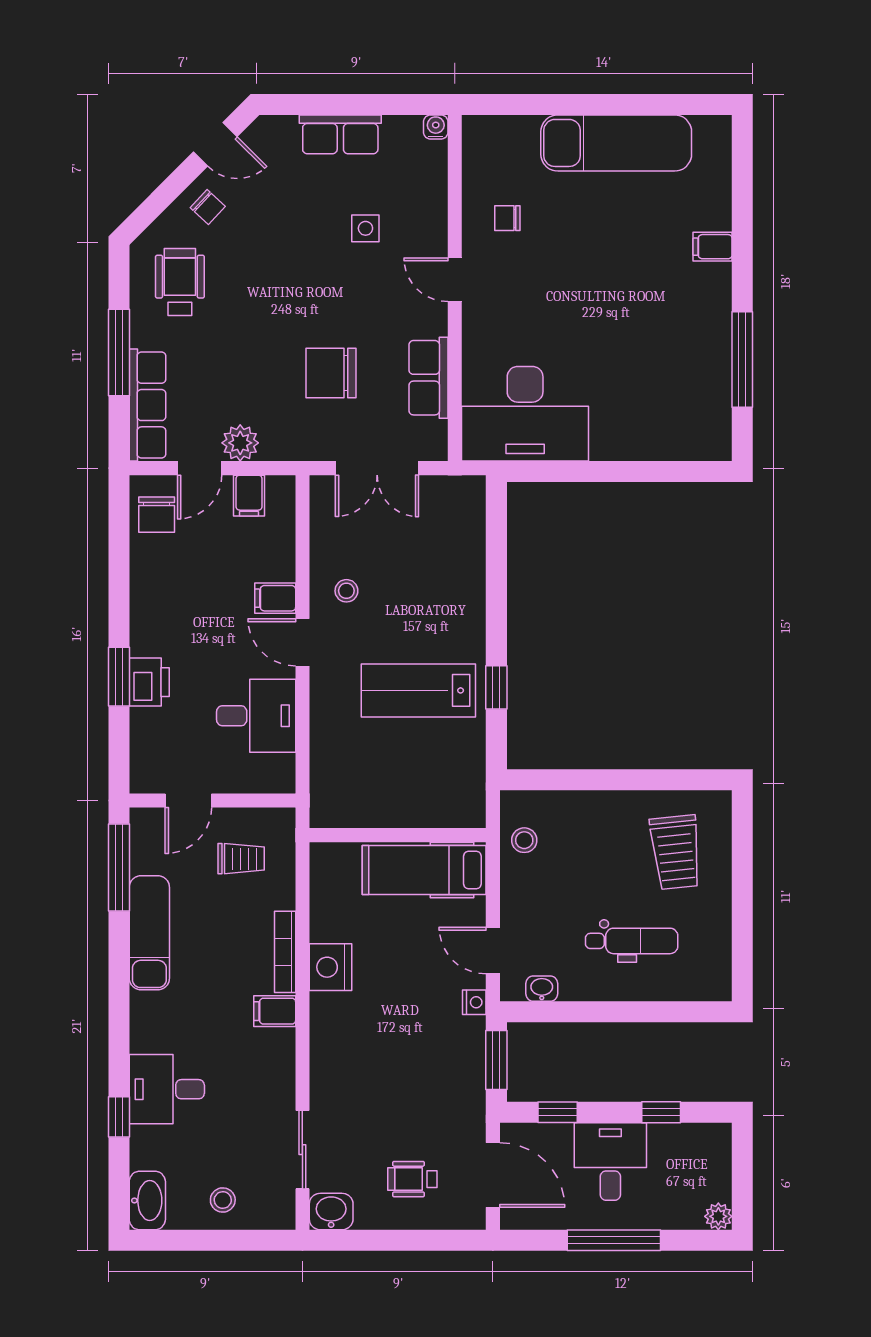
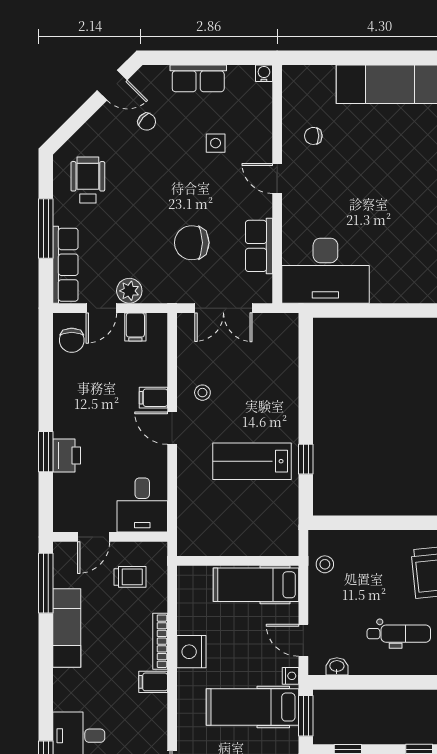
chair: (208, 207) -> (147, 122), moved
desk: (256, 716) -> (142, 505), moved, turned 90
hospital bed: (419, 1048) -> (252, 707), added

